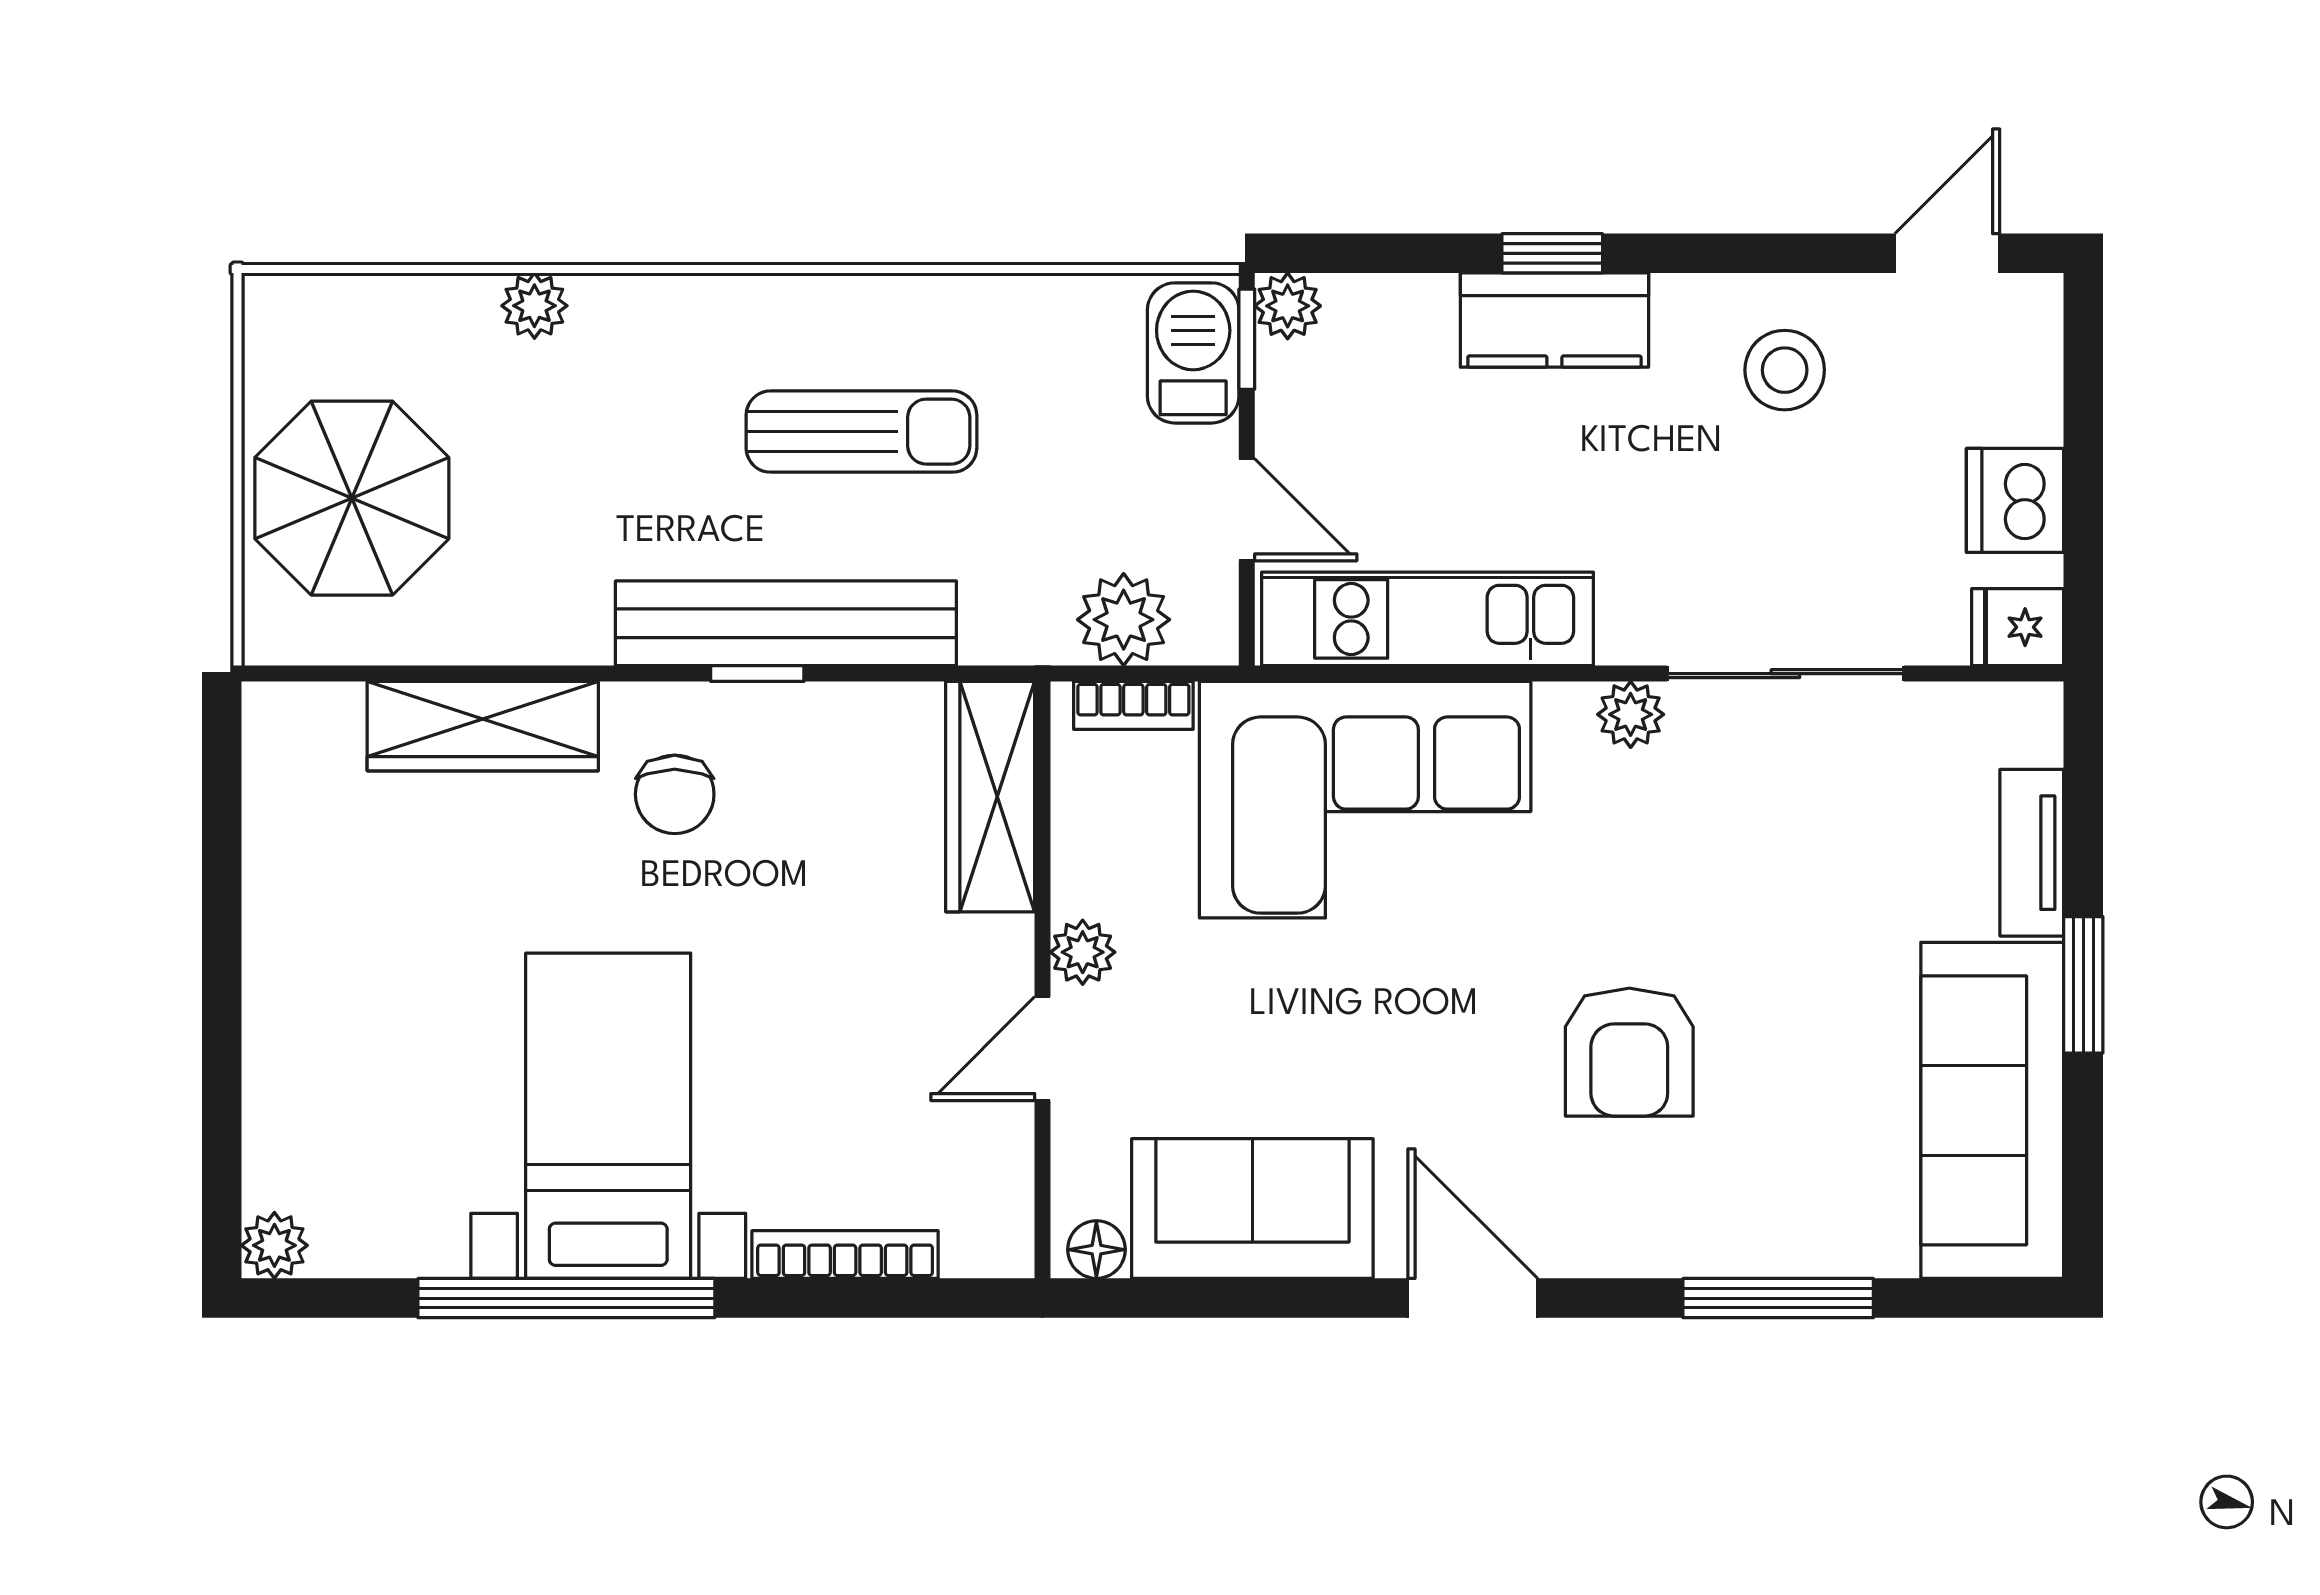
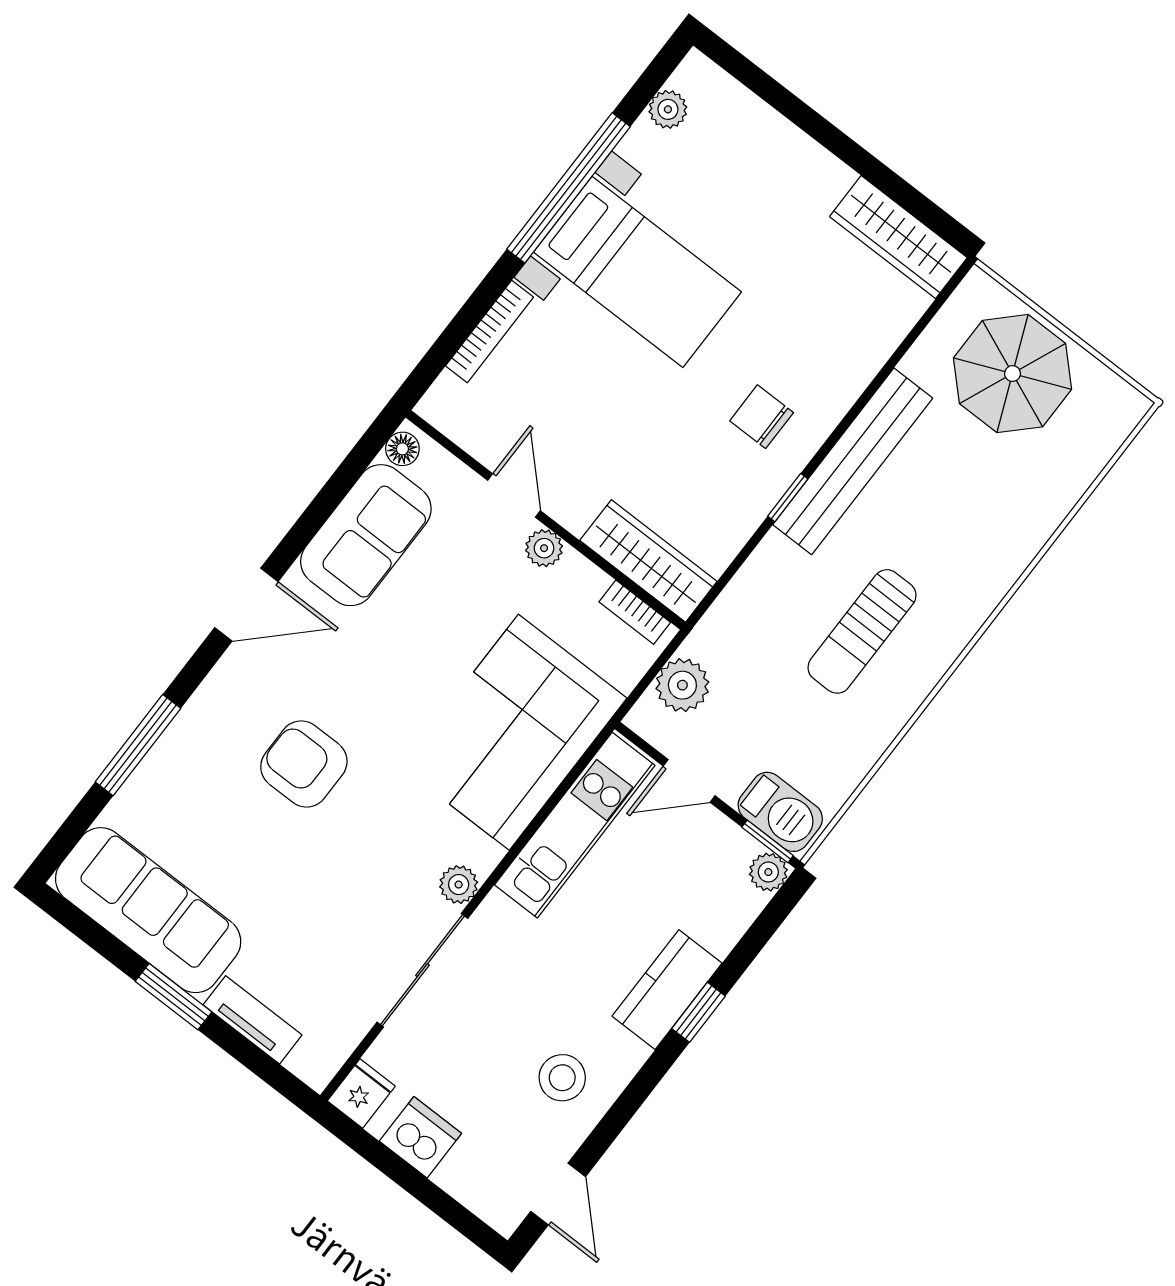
plant: (534, 306) -> (1036, 526), removed
bench: (786, 623) -> (853, 461), moved
bookcase: (1133, 705) -> (635, 612), moved, turned -90
wardrobe: (483, 726) -> (898, 237), moved, turned -90
plant: (274, 1245) -> (668, 109), moved

